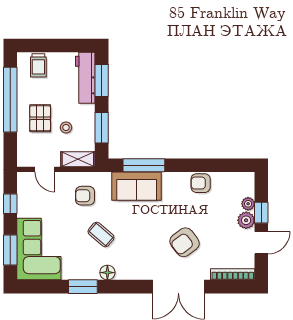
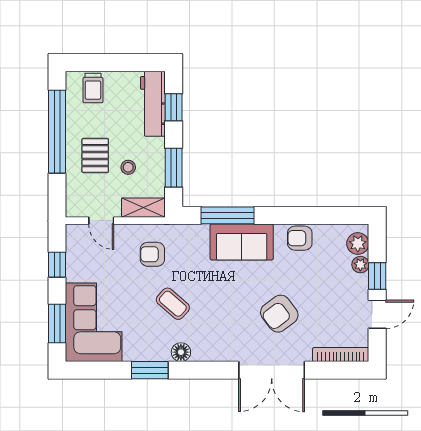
window: (102, 80) -> (174, 107), width x0.67
sofa: (137, 186) -> (242, 242), moved
plant: (246, 220) -> (358, 244), moved

